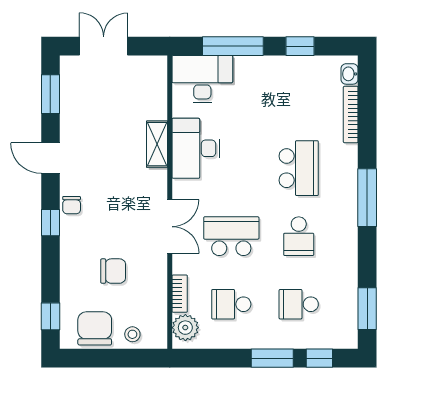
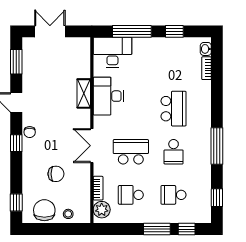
bookcase: (351, 115) -> (206, 68), width x0.64
window: (367, 198) -> (217, 146), moved
double door: (170, 227) -> (92, 146), swing flipped
window: (367, 309) -> (217, 198), width x0.67

